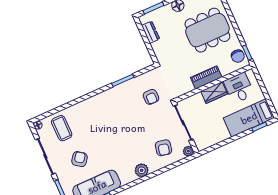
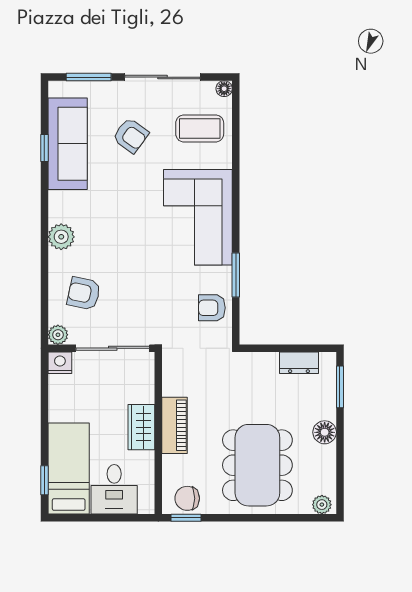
desk: (239, 88) -> (114, 489), moved, turned 90
armchair: (151, 97) -> (212, 308), moved
corner sofa: (104, 110) -> (198, 217), added
nightstand: (201, 144) -> (60, 363), added

